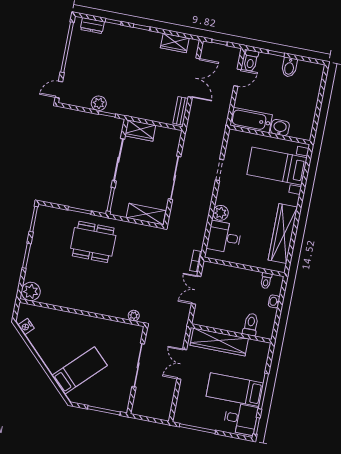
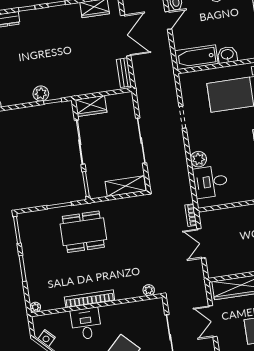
plant: (31, 291) -> (35, 307), width x0.53, depth x0.53
bookcase: (77, 305) -> (90, 299), added
desk: (66, 326) -> (86, 324), added

